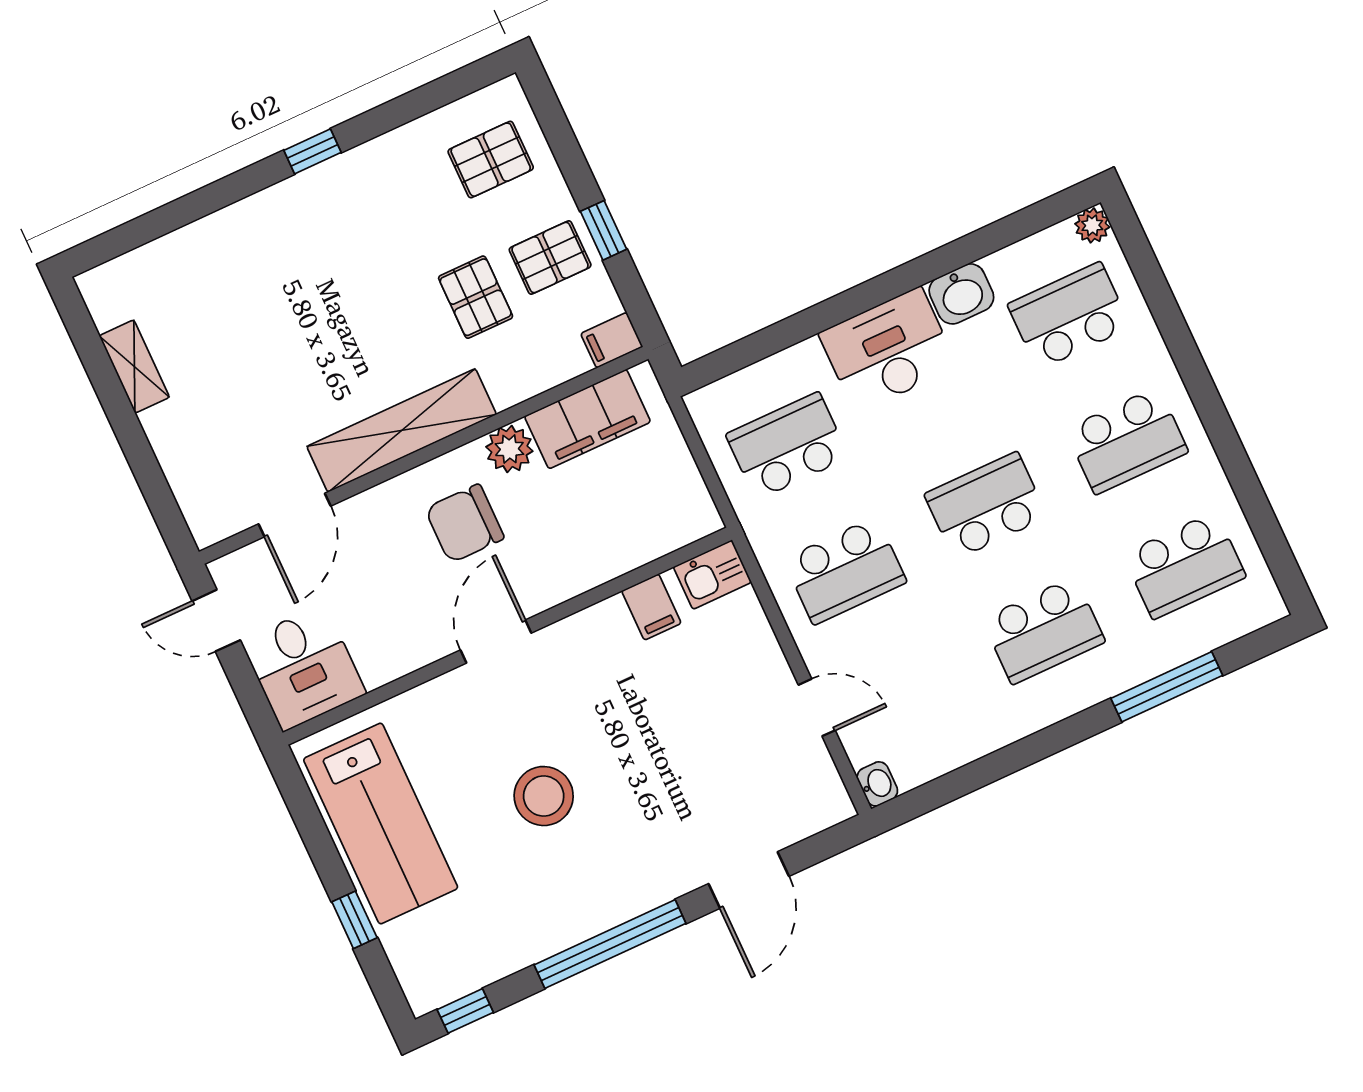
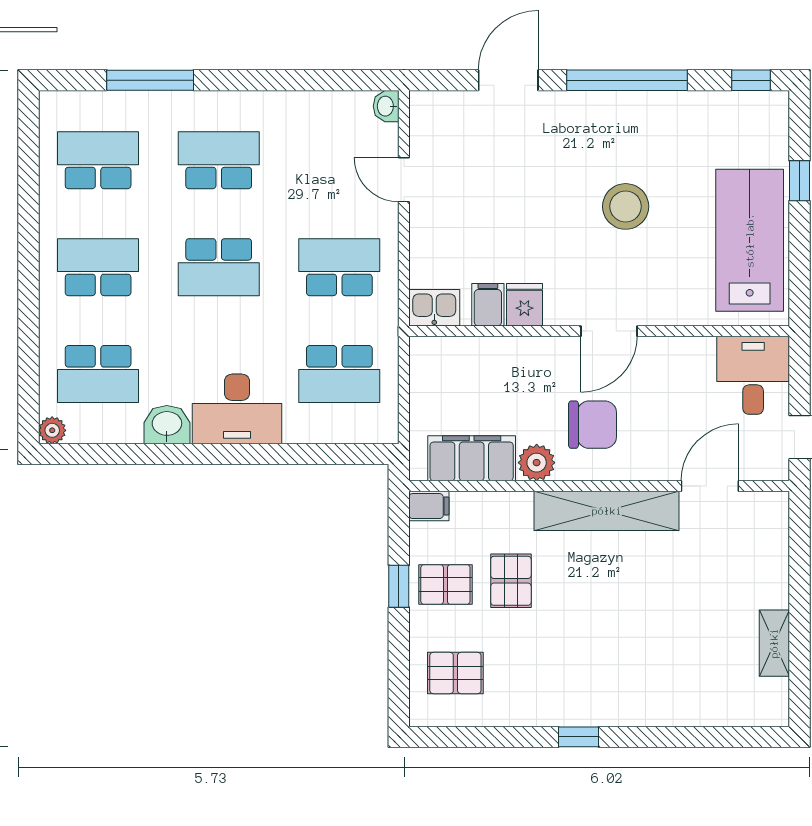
fridge: (609, 627) -> (524, 305), added

